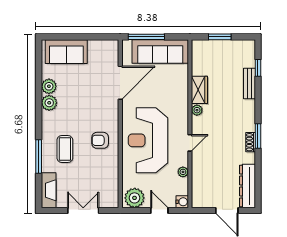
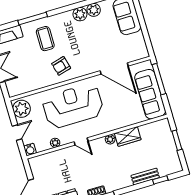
armchair: (100, 140) -> (61, 66), turned -105
coffee table: (65, 149) -> (45, 39), turned 90

